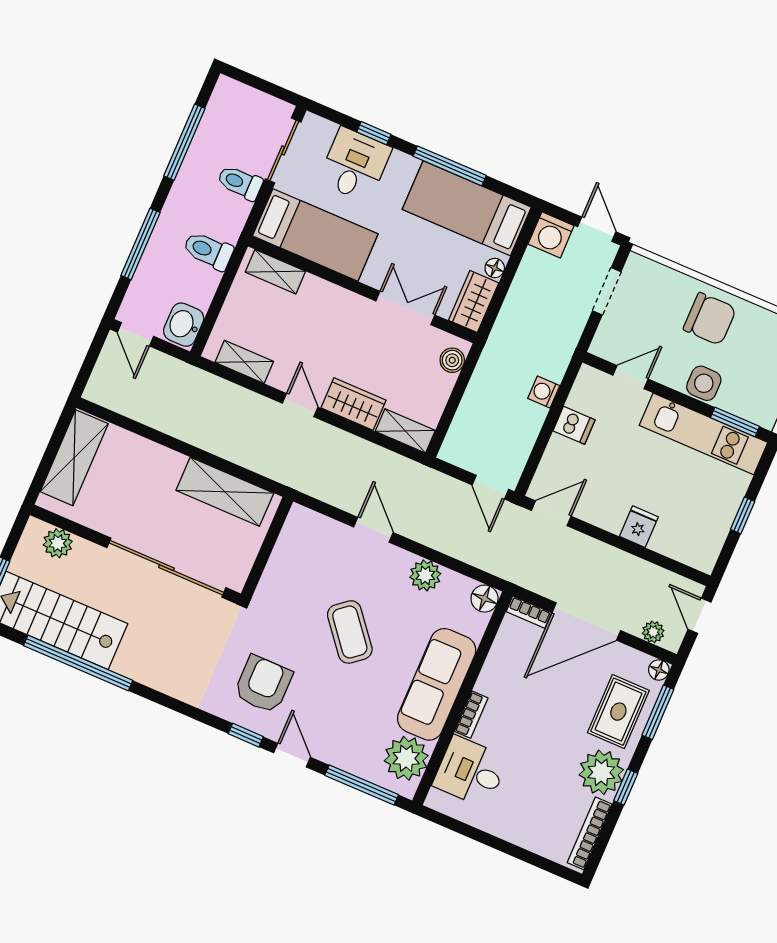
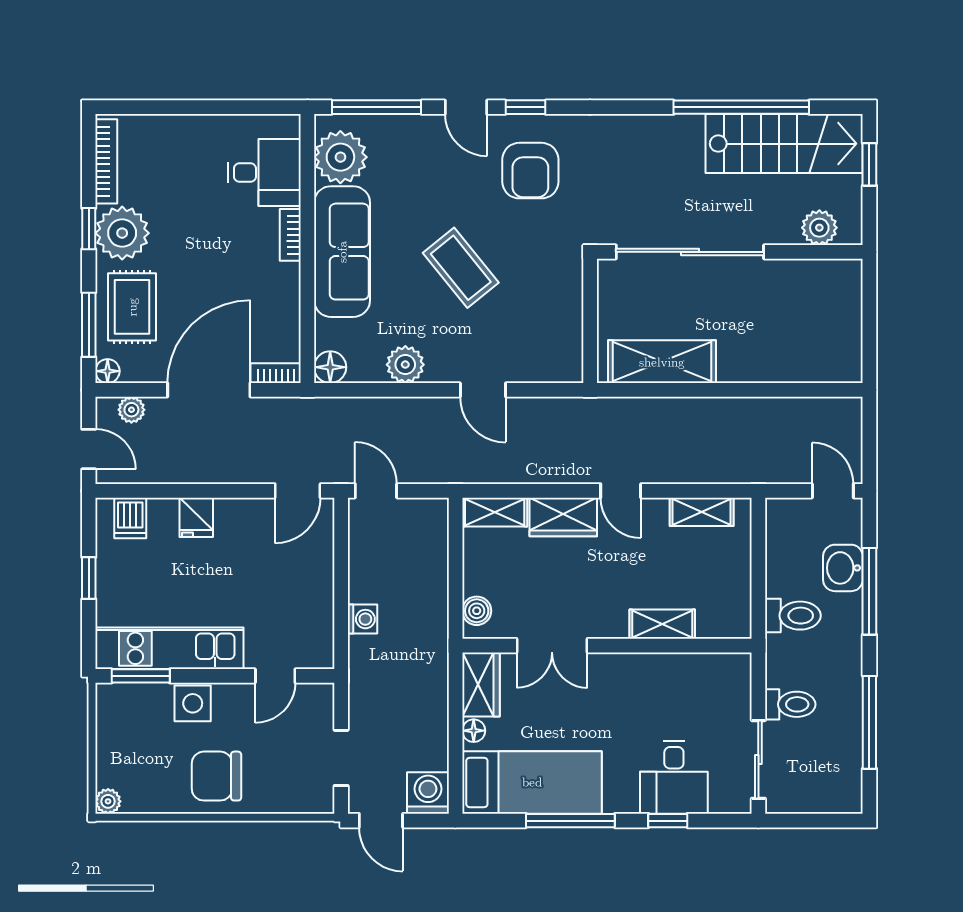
bed: (315, 235) -> (684, 683), removed
shelving: (275, 272) -> (662, 624), moved
washbasin: (184, 325) -> (843, 568), moved, turned 180
dishwasher: (574, 425) -> (130, 518), moved, turned -90
shelving: (74, 458) -> (842, 328), removed

